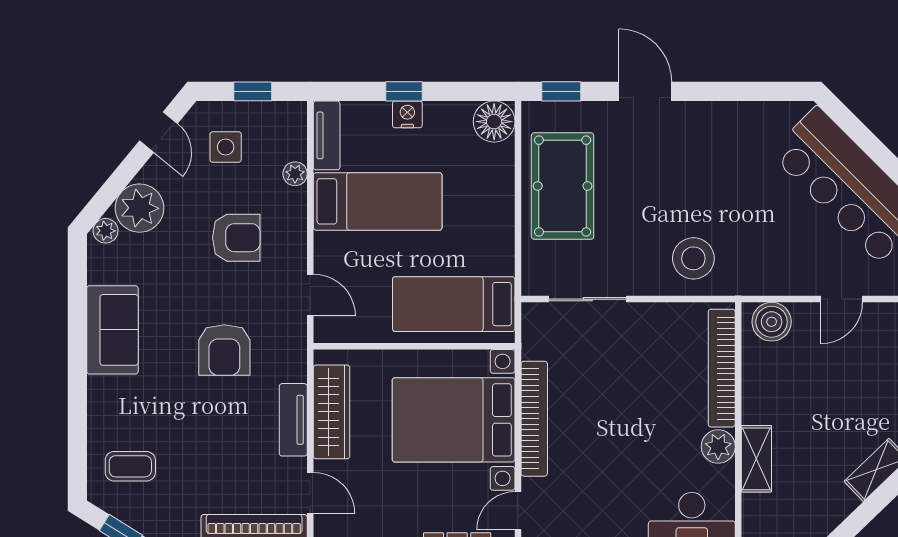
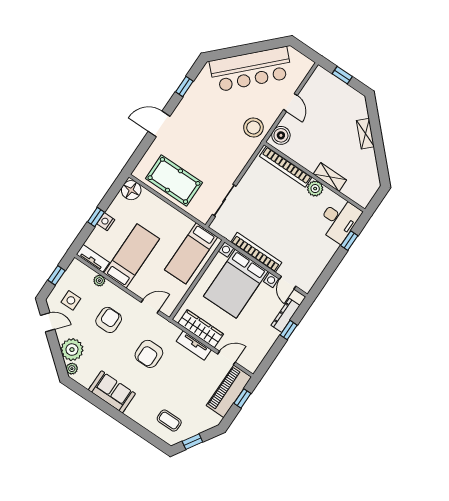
window: (561, 91) -> (184, 87), moved
stool: (693, 258) -> (253, 127), moved
armchair: (224, 350) -> (149, 354), turned 90
coffee table: (130, 466) -> (169, 421), turned 90

